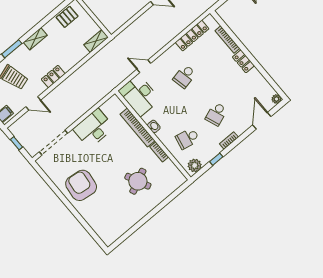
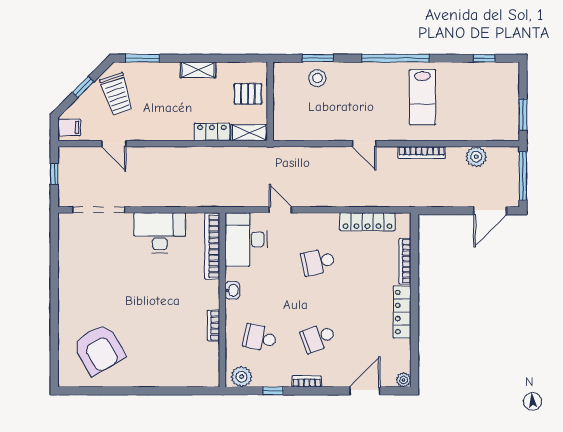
pallet: (67, 17) -> (248, 94), moved
shelving: (35, 39) -> (198, 70), moved
locker: (243, 61) -> (402, 312), width x1.53
locker: (53, 76) -> (212, 132), moved
bookcase: (138, 128) -> (212, 246), moved
round table: (138, 181) -> (159, 339), removed
armchair: (81, 185) -> (99, 349), moved, turned 143

